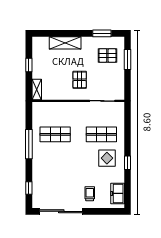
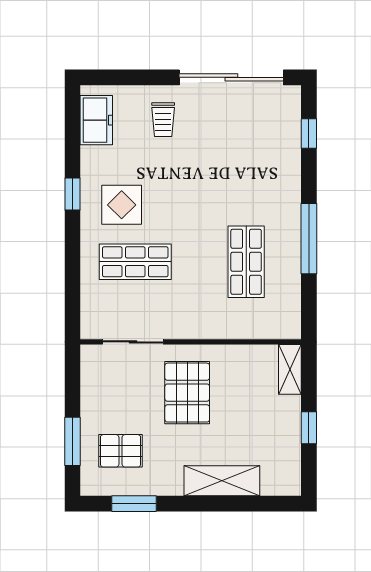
pallet: (80, 80) -> (187, 393), width x1.50, depth x1.42
shop shelf: (55, 134) -> (246, 262), turned 90

